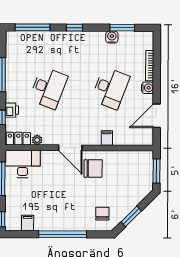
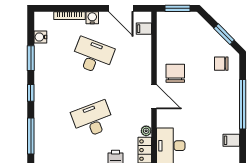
window: (122, 28) -> (31, 58), moved
water cooler: (112, 37) -> (40, 37), moved
desk: (48, 88) -> (93, 119), turned -42
filing cabinet: (107, 138) -> (144, 29), moved
door: (70, 148) -> (154, 97), hinge flipped

